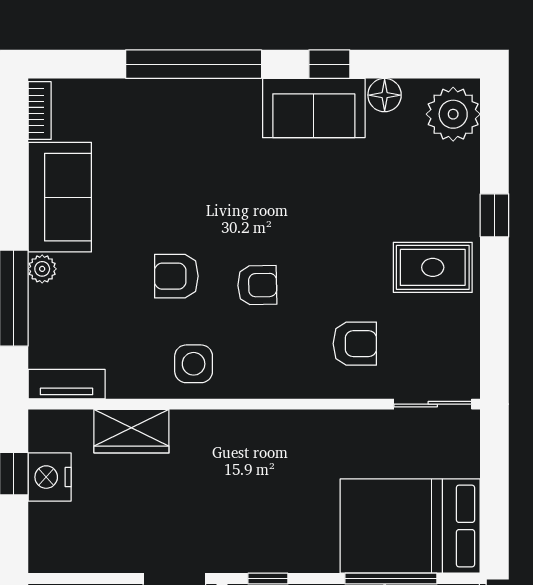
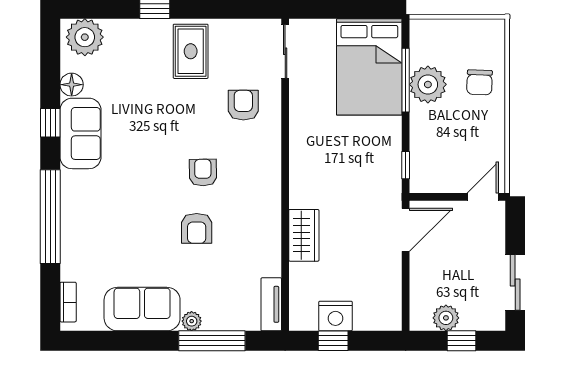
bookcase: (40, 111) -> (68, 302), moved, turned 90
side table: (194, 364) -> (257, 217), removed
wardrobe: (131, 431) -> (304, 235), moved

